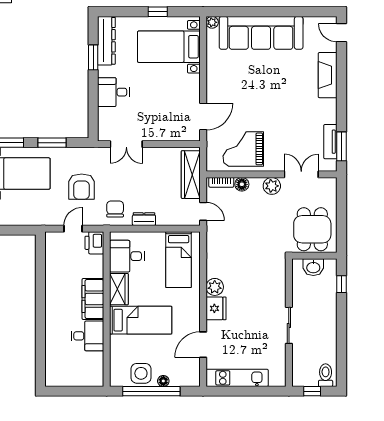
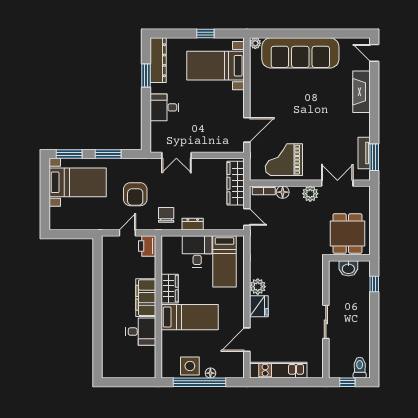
desk: (127, 256) -> (197, 251), moved, turned 90

